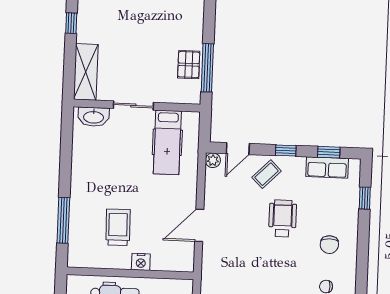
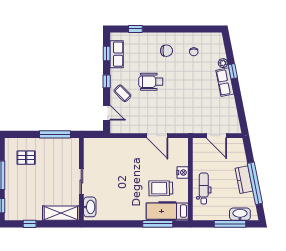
pallet: (189, 65) -> (26, 158), moved
hospital bed: (167, 142) -> (167, 211), moved, turned 180
plant: (213, 160) -> (115, 128), removed

